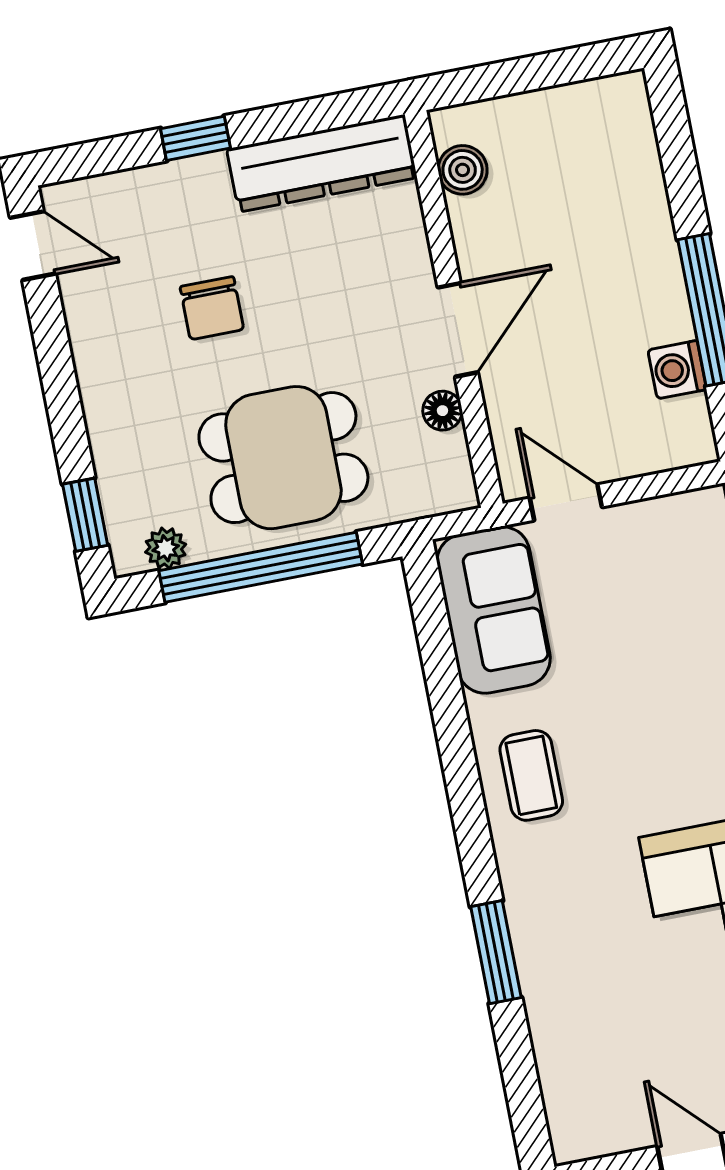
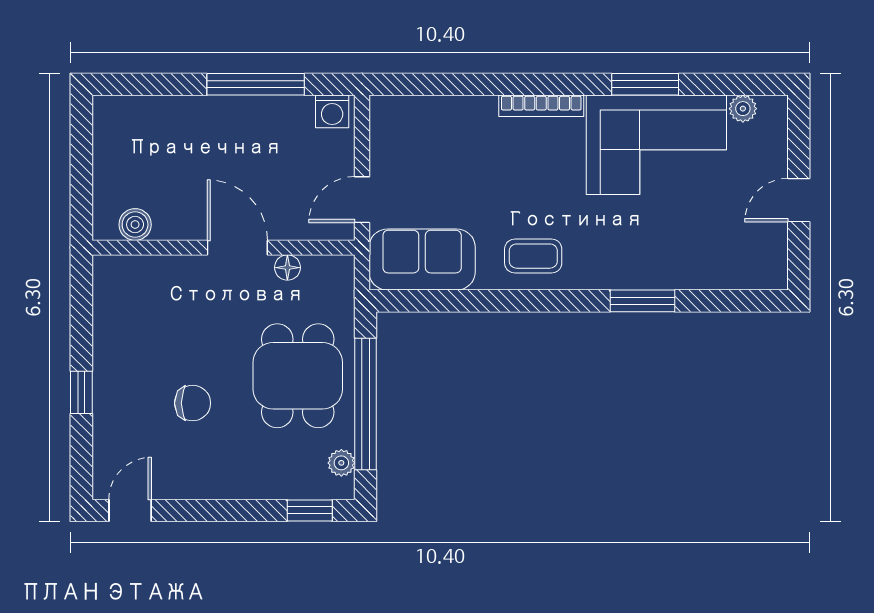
dresser: (322, 163) -> (113, 314), removed
washing machine: (677, 370) -> (332, 111), moved

